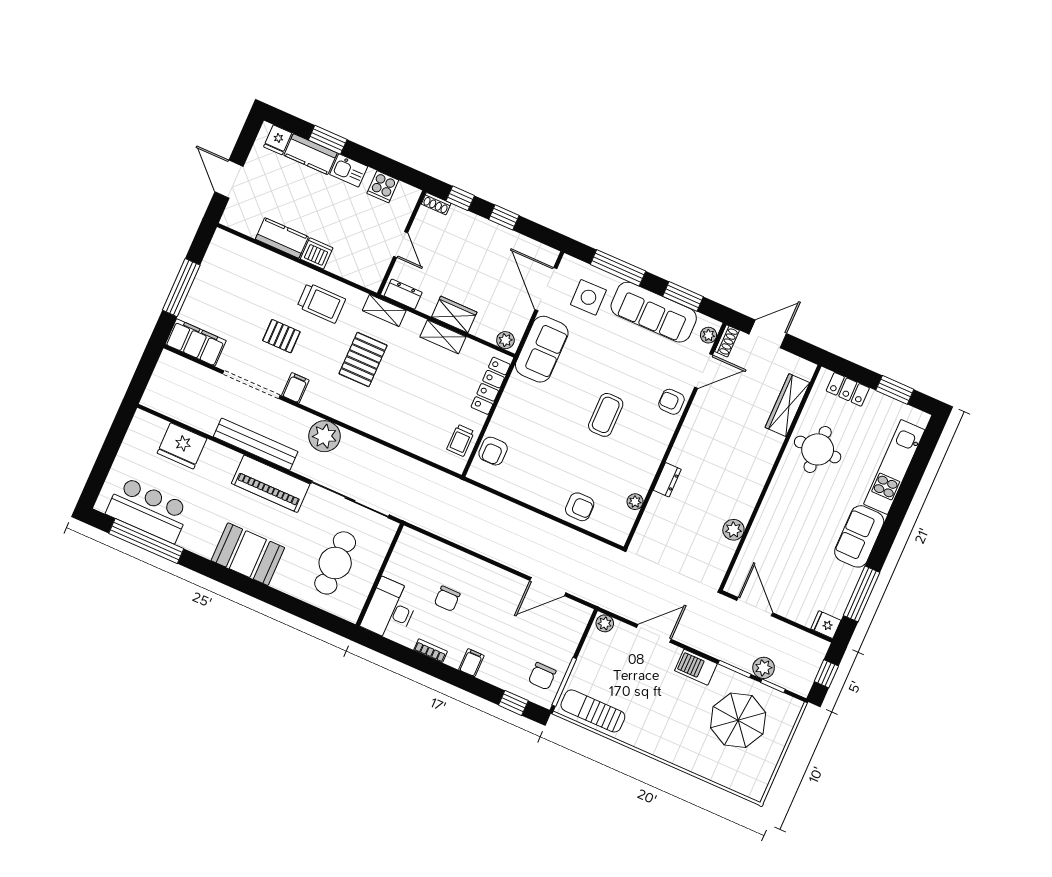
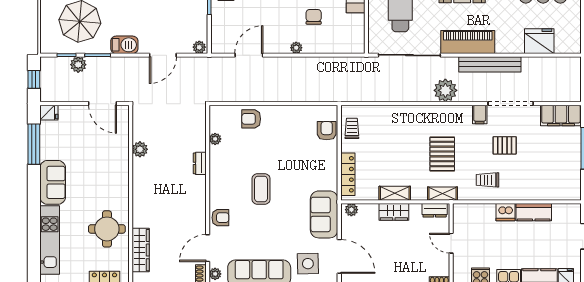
trolley: (321, 303) -> (488, 180), width x0.73, depth x0.72
plant: (485, 570) -> (296, 48), added

